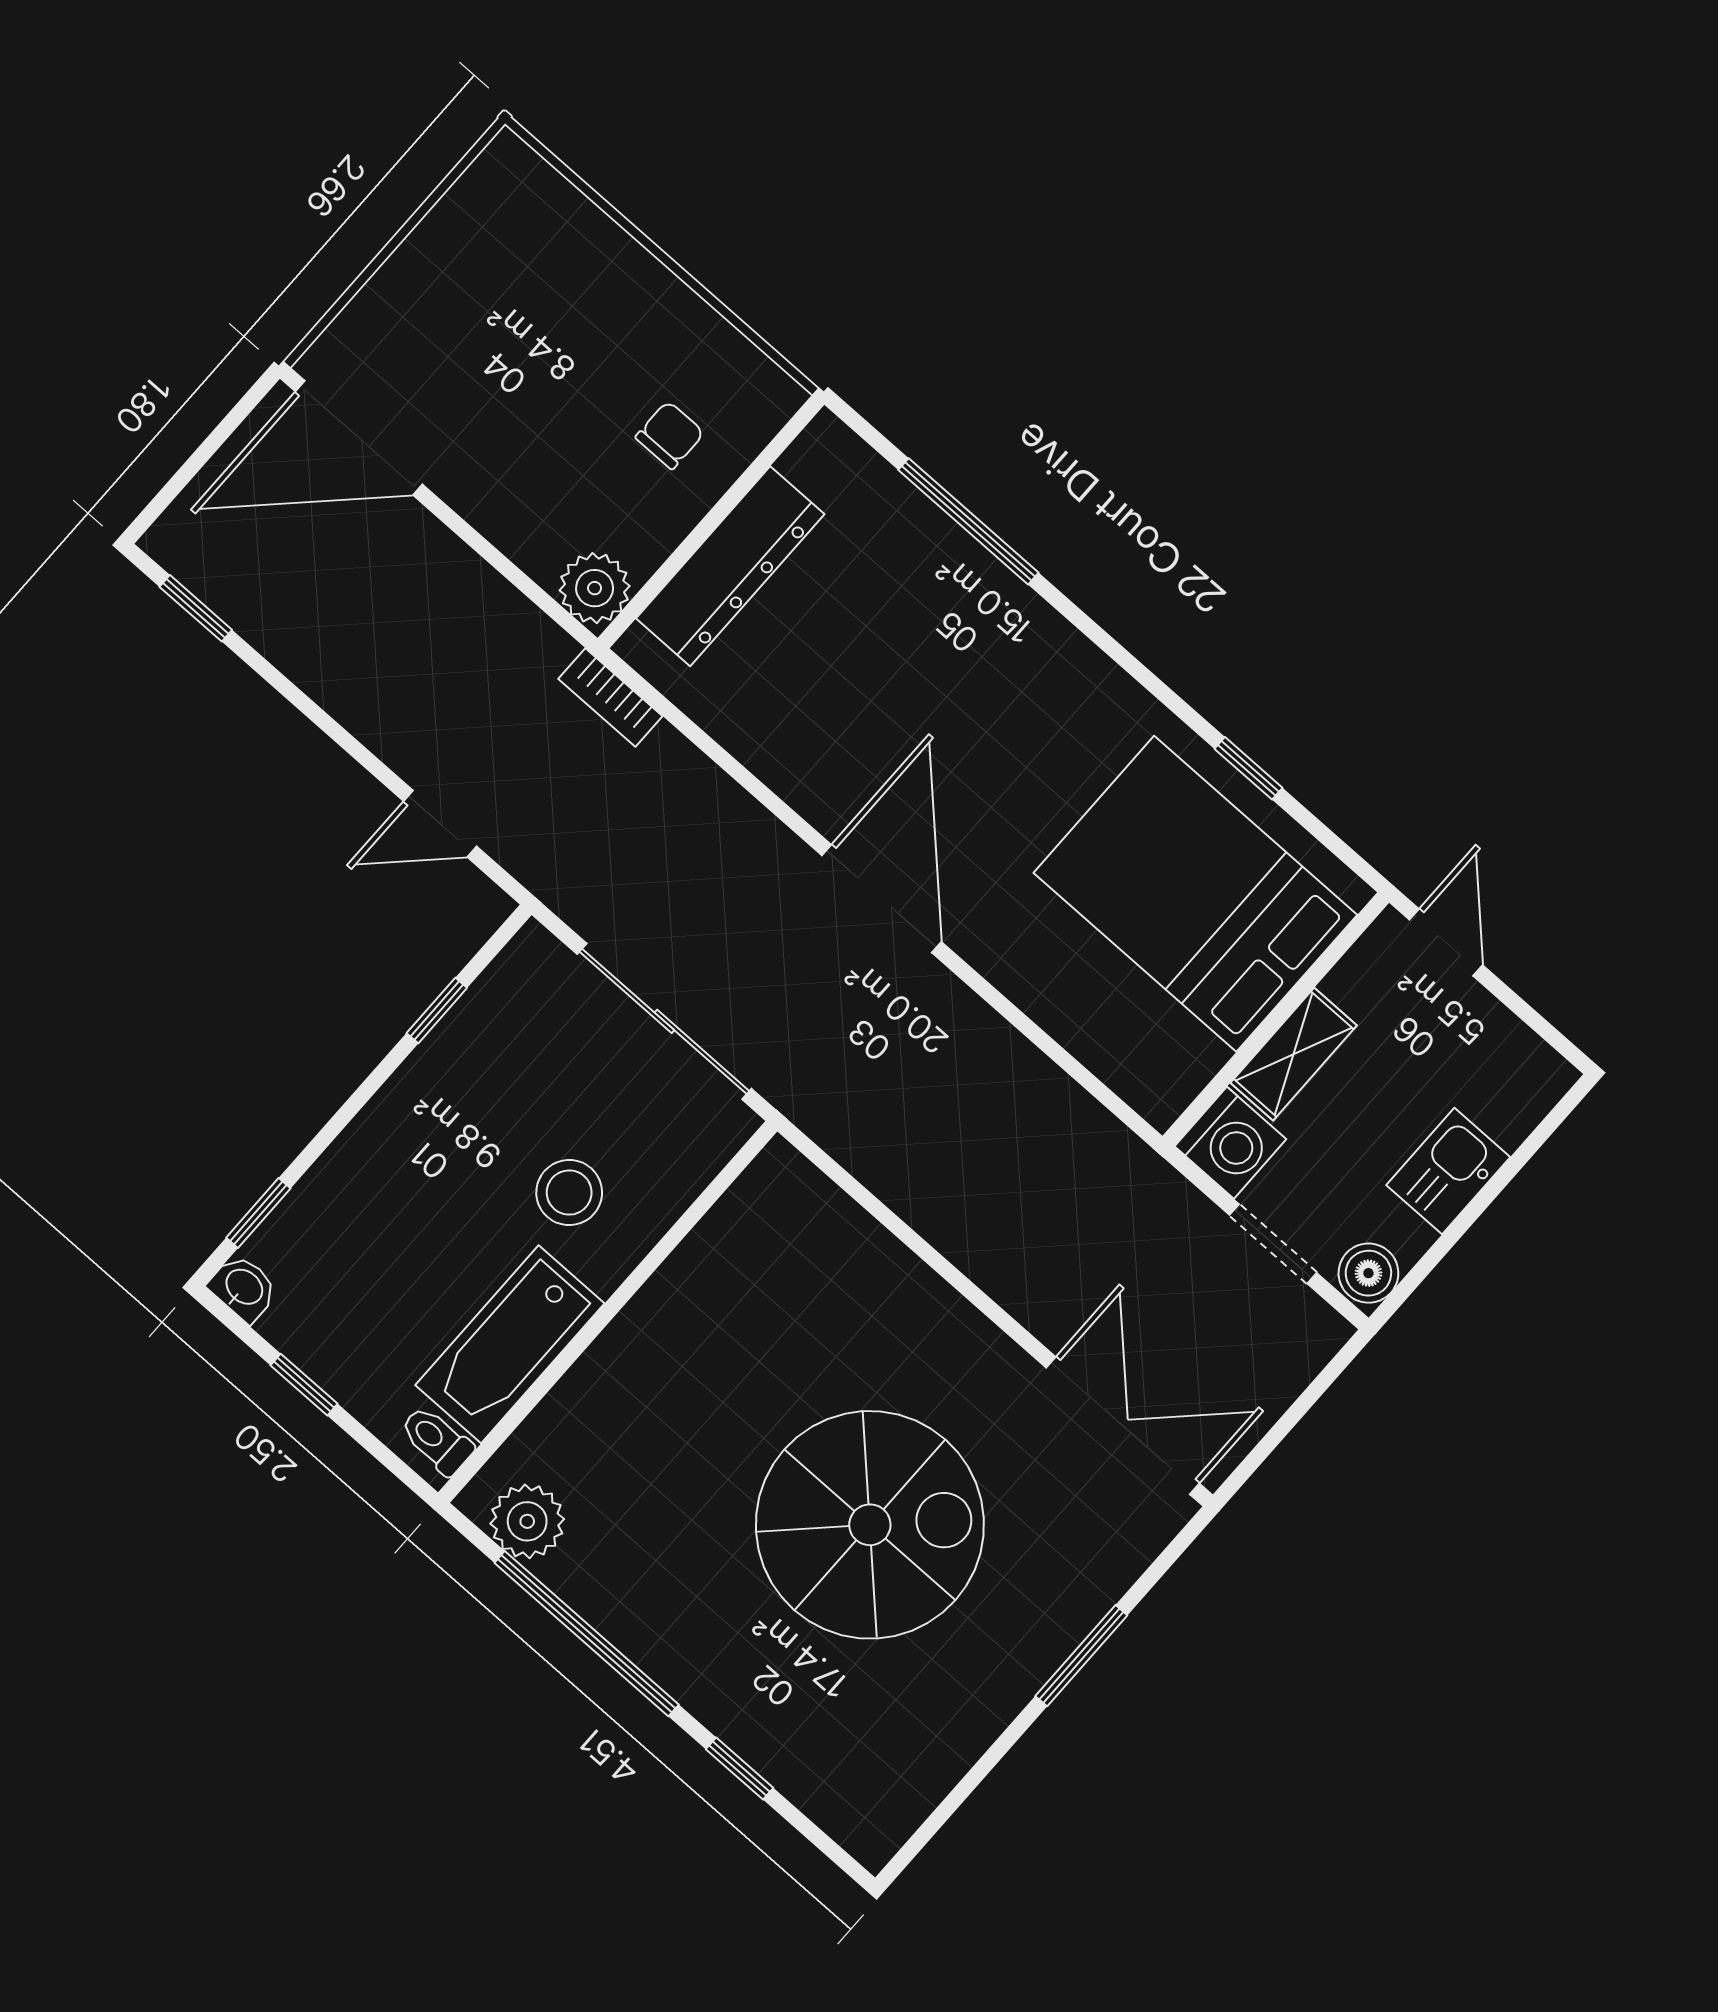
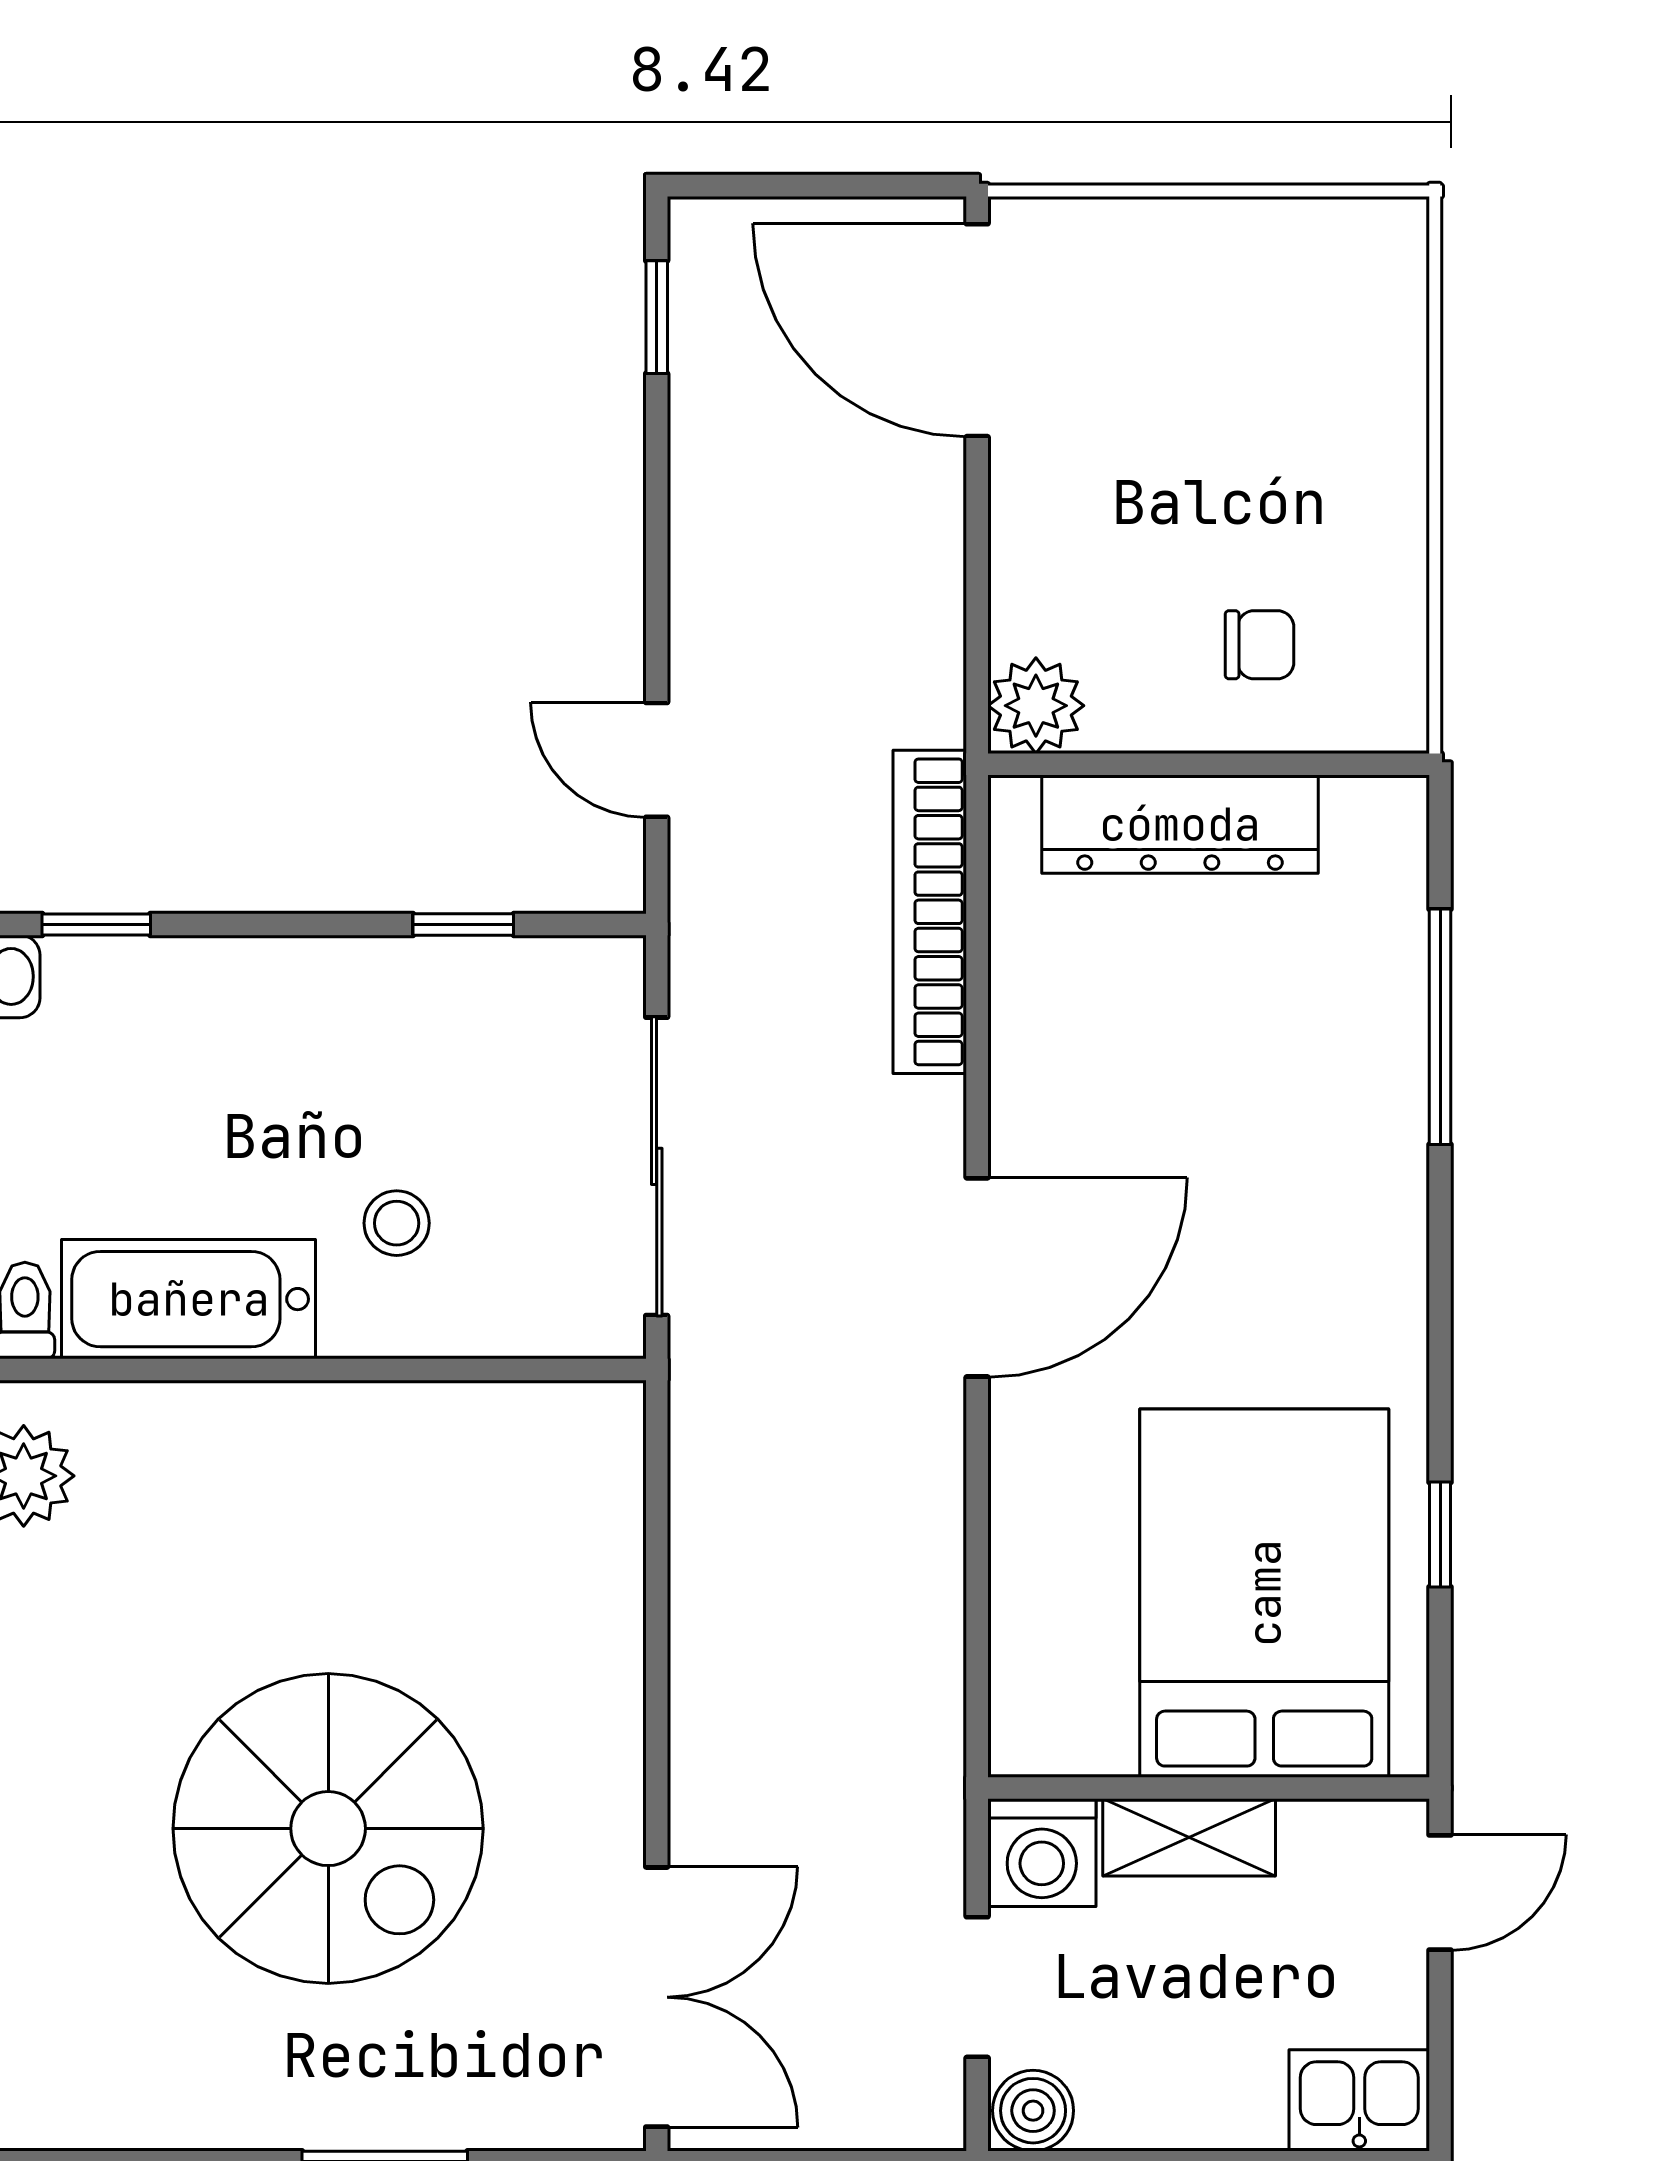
bookcase: (610, 697) -> (930, 912), width x2.31, depth x1.31
kitchen sink: (1448, 1171) -> (1359, 2100), moved
stool: (569, 1193) -> (397, 1223), width x0.73, depth x0.73

